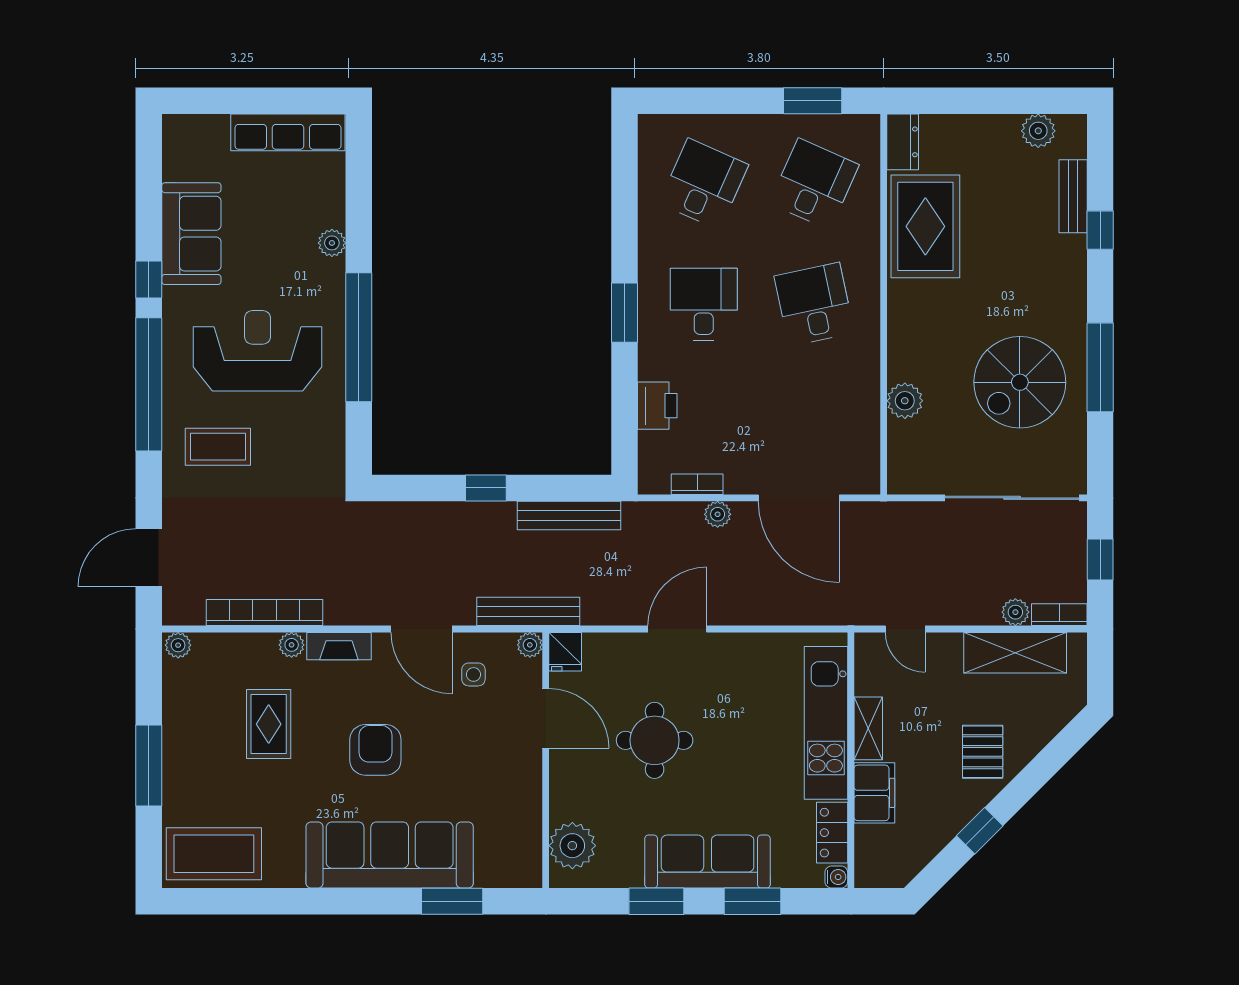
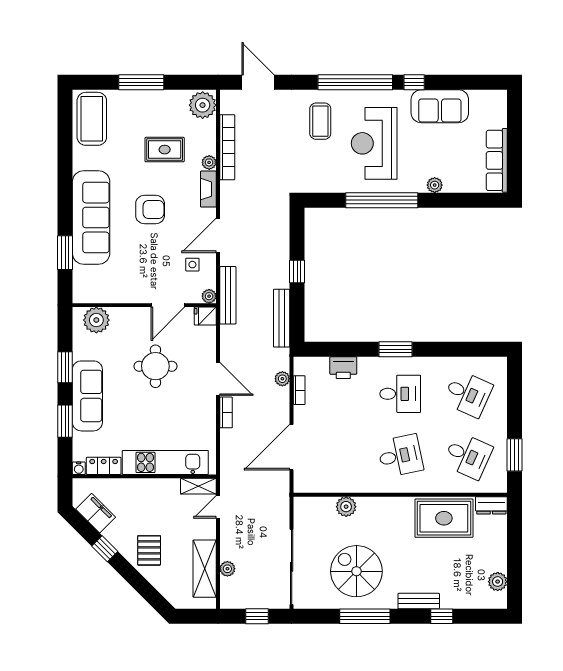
bench: (1073, 196) -> (419, 601), moved
reception desk: (258, 351) -> (374, 143), turned 180
plant: (718, 514) -> (282, 379), moved
bookcase: (1059, 615) -> (226, 412), moved
plant: (178, 645) -> (203, 105), width x1.88, depth x1.88
shelving: (868, 728) -> (198, 486), moved
pallet: (983, 752) -> (149, 550), turned 90
filing cabinet: (874, 793) -> (96, 513), moved, turned -135

